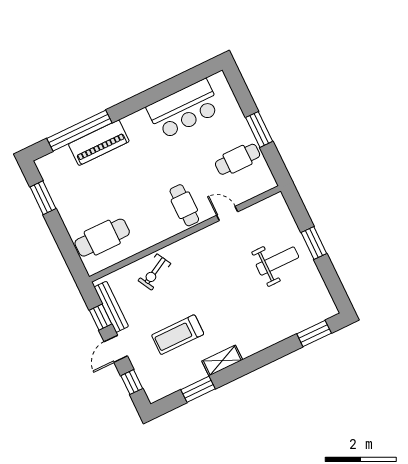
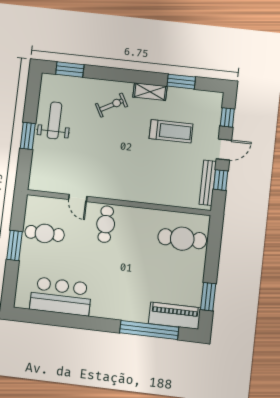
piano: (99, 143) -> (175, 316), moved
weight bench: (277, 261) -> (54, 120), moved, turned 90
exercise bike: (154, 272) -> (111, 105), moved

